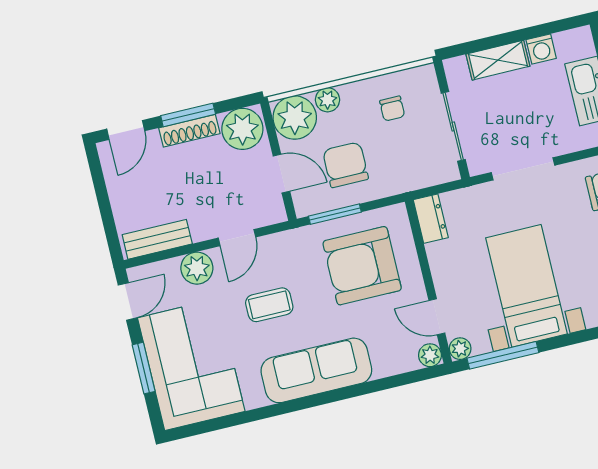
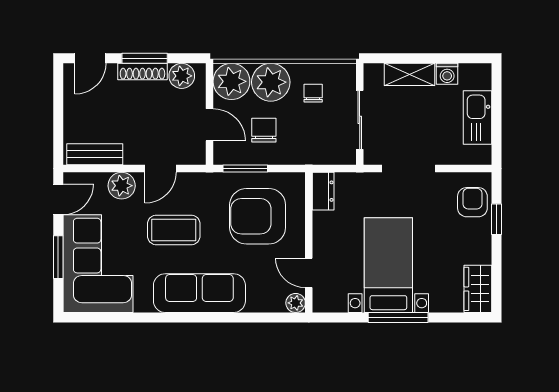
plant: (327, 100) -> (271, 82), width x1.87, depth x1.87
chair: (392, 109) -> (313, 93), turned 180
plant: (242, 129) -> (182, 76), width x0.73, depth x0.73
chair: (345, 165) -> (264, 130), width x0.73, depth x0.73
coffee table: (269, 305) -> (174, 230), width x1.36, depth x1.30
plant: (460, 349) -> (322, 303), removed
window: (503, 355) -> (398, 317), moved

